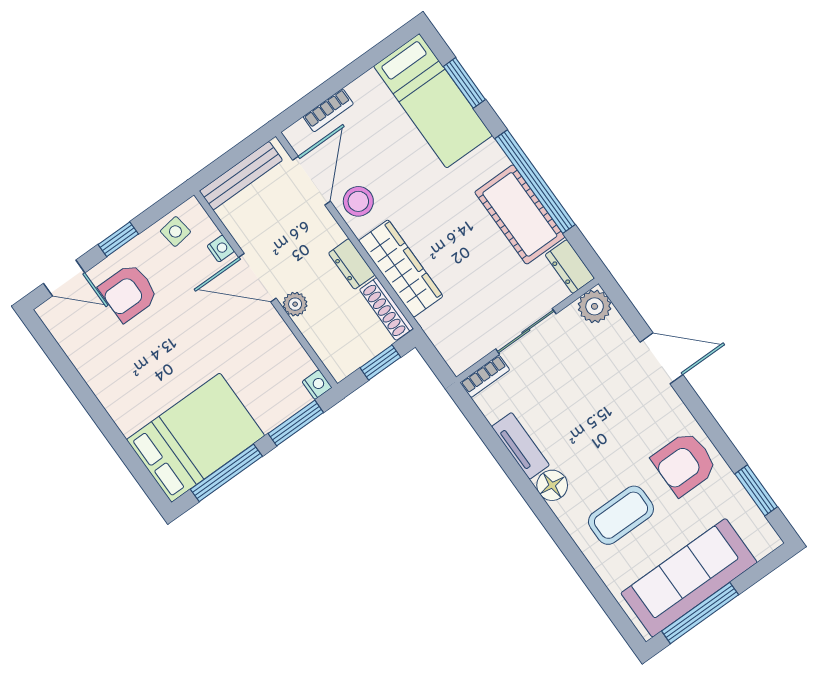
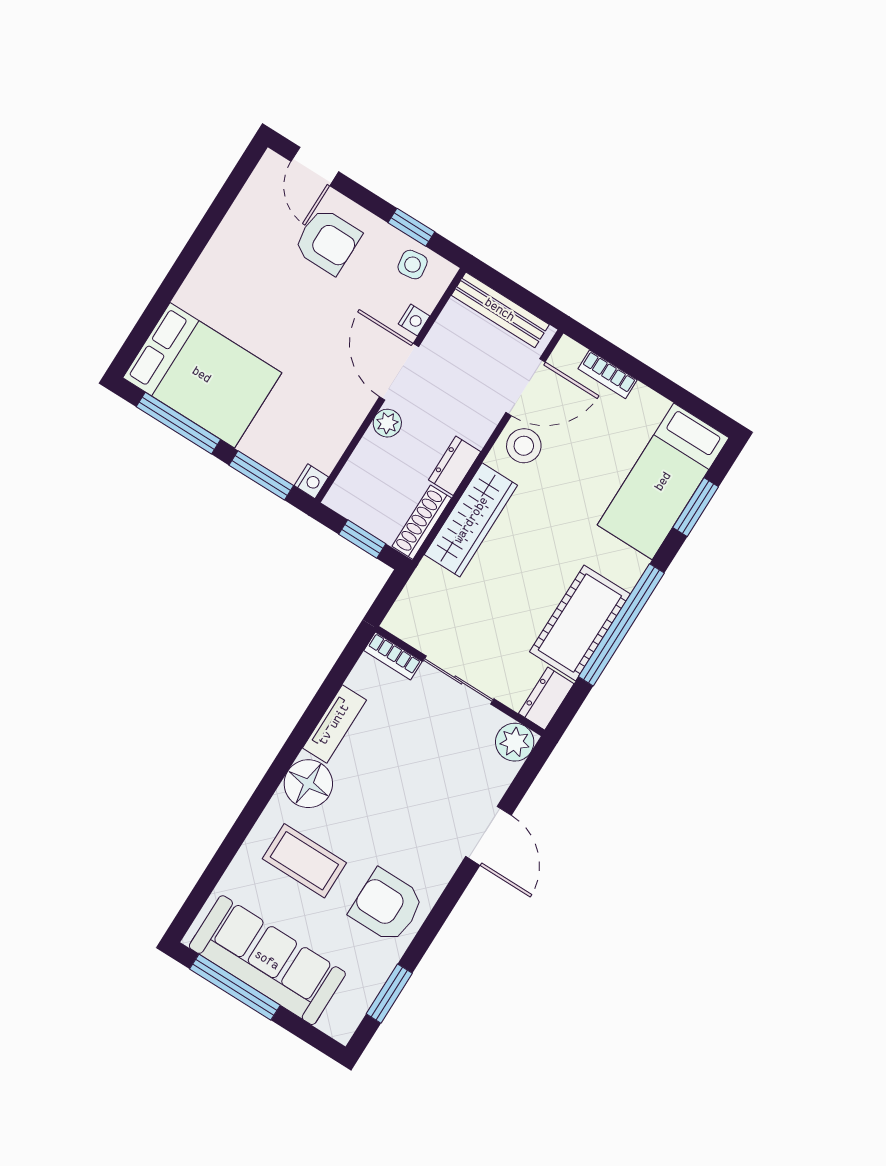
window: (118, 239) -> (411, 227), moved
armchair: (129, 292) -> (327, 241), turned 180
floor lamp: (552, 485) -> (308, 784), width x1.38, depth x1.38

